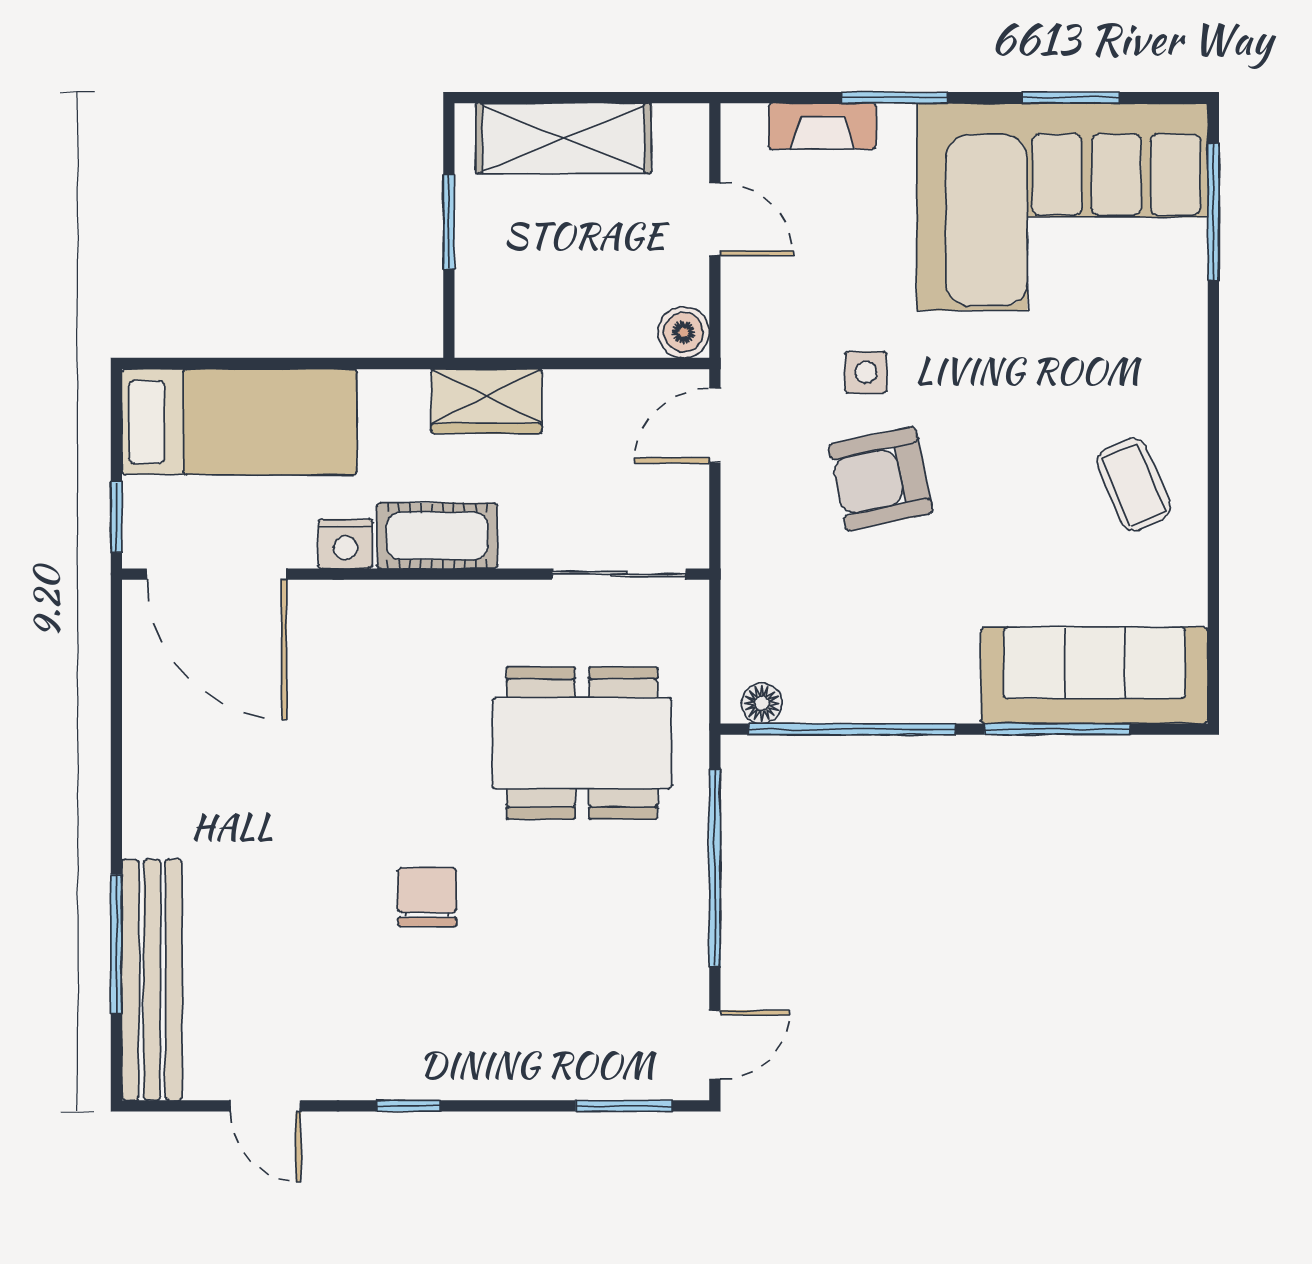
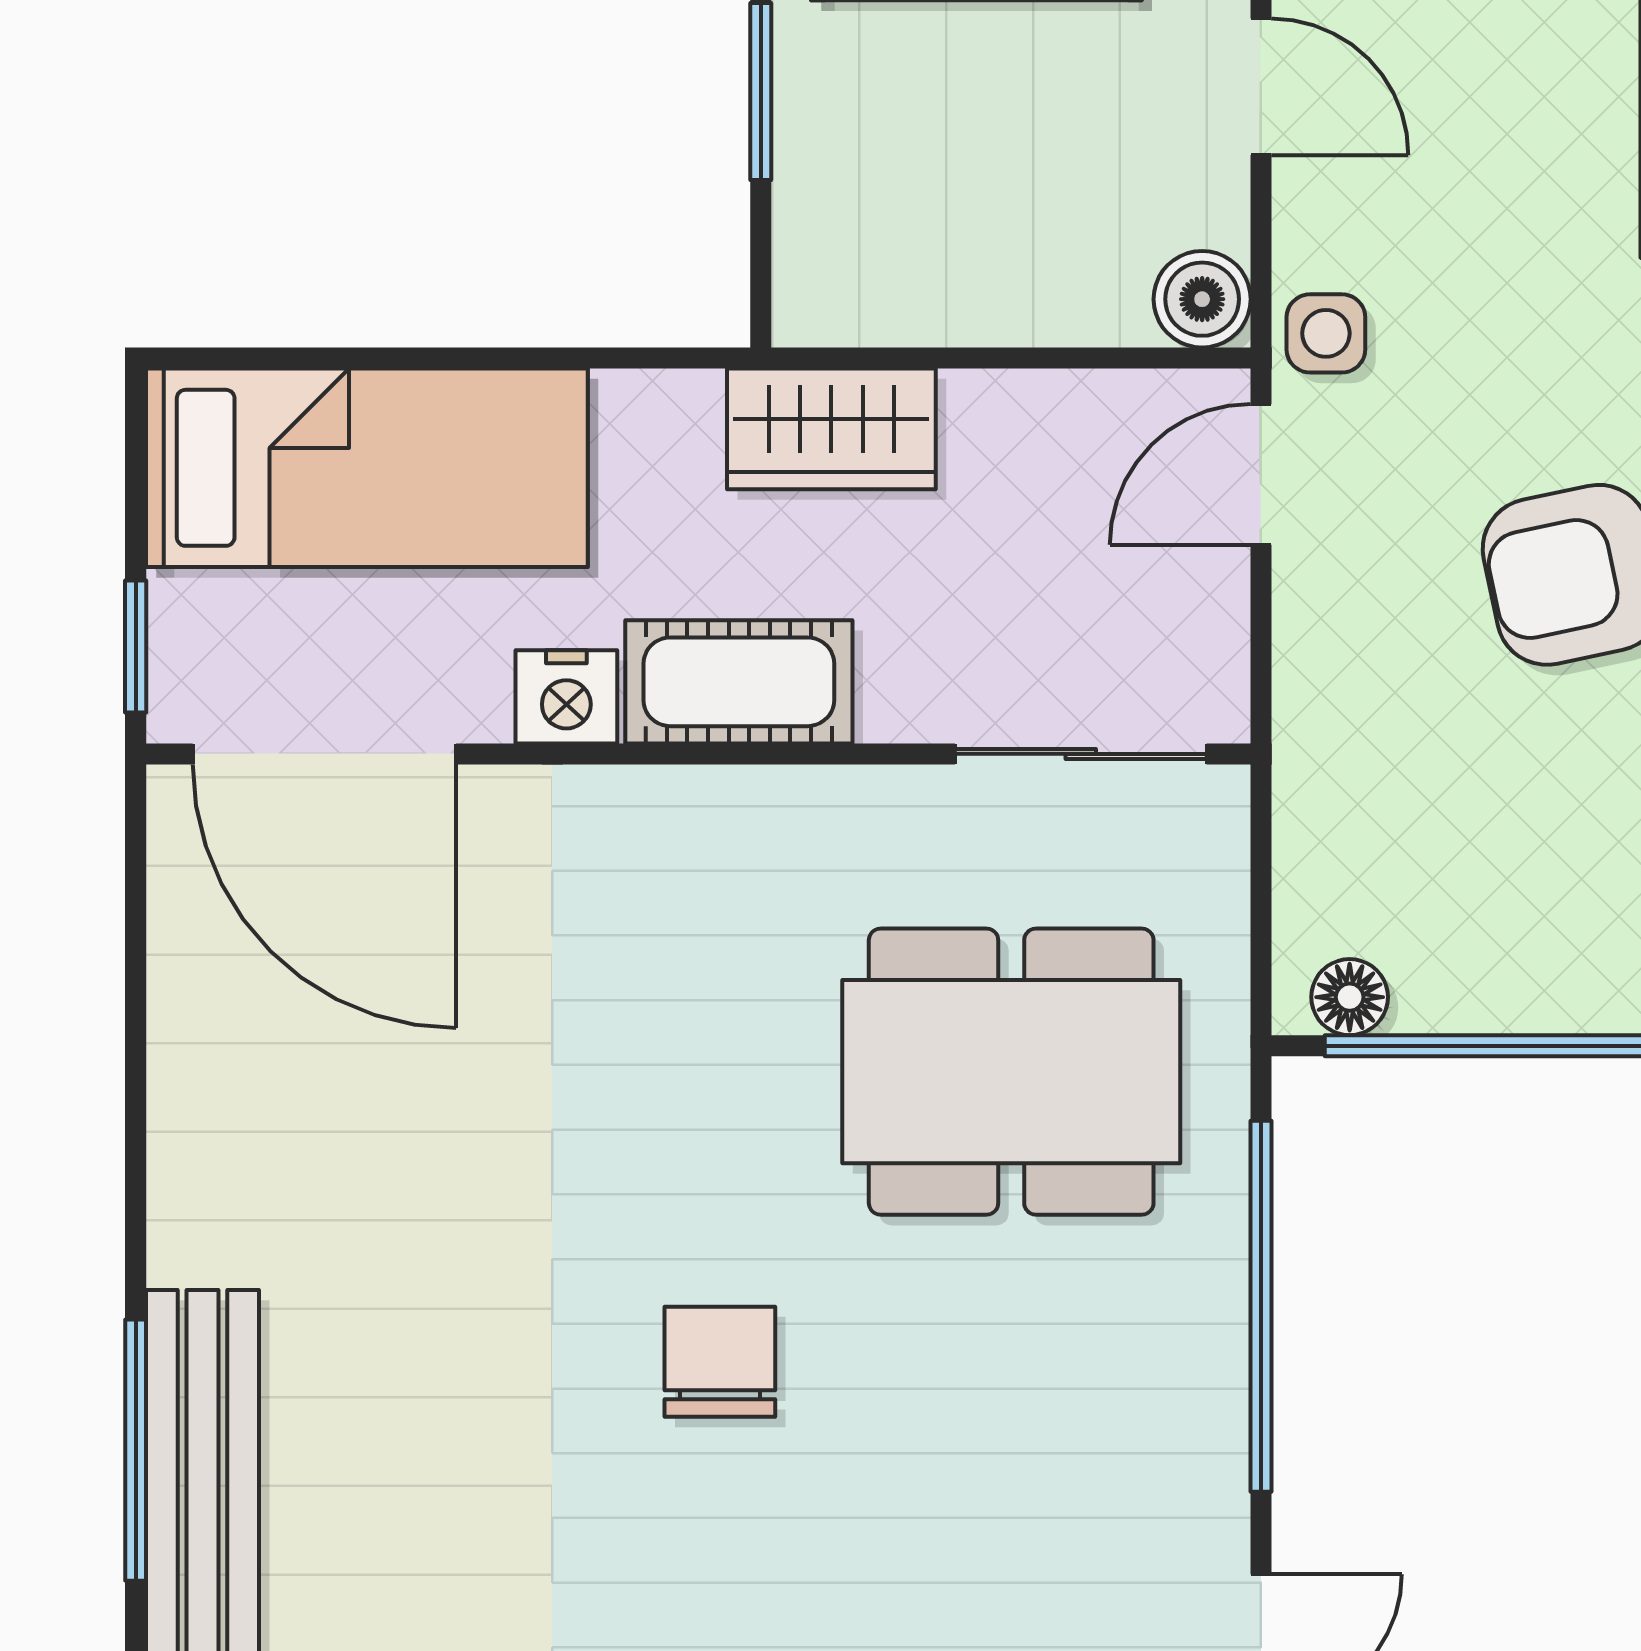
side table: (866, 372) -> (1326, 333), moved

